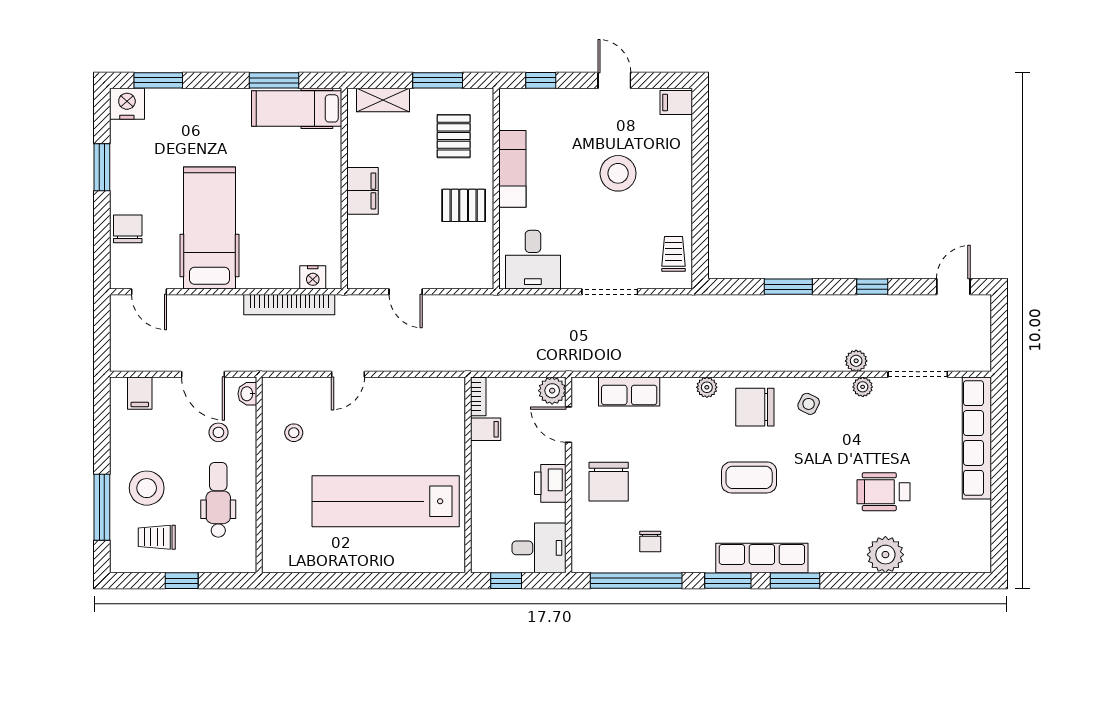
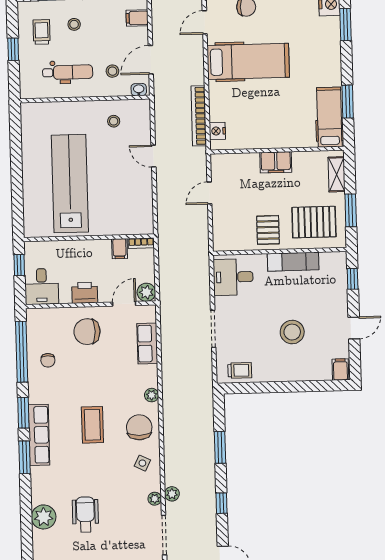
pallet: (454, 136) -> (314, 222), width x1.50, depth x1.42
stool: (147, 488) -> (74, 24), width x0.53, depth x0.53
chair: (650, 542) -> (48, 360), turned -90

